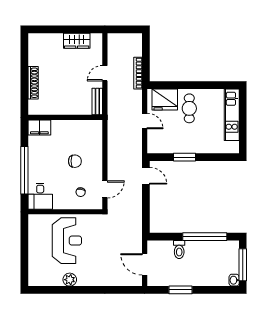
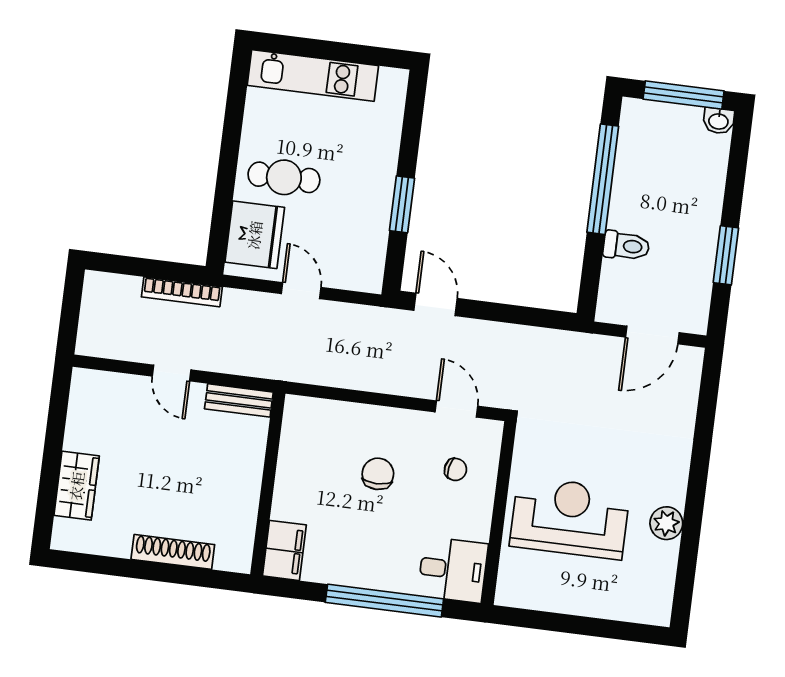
wardrobe: (77, 41) -> (77, 486), moved
door: (145, 121) -> (301, 291), hinge flipped
door: (146, 176) -> (435, 304), hinge flipped

